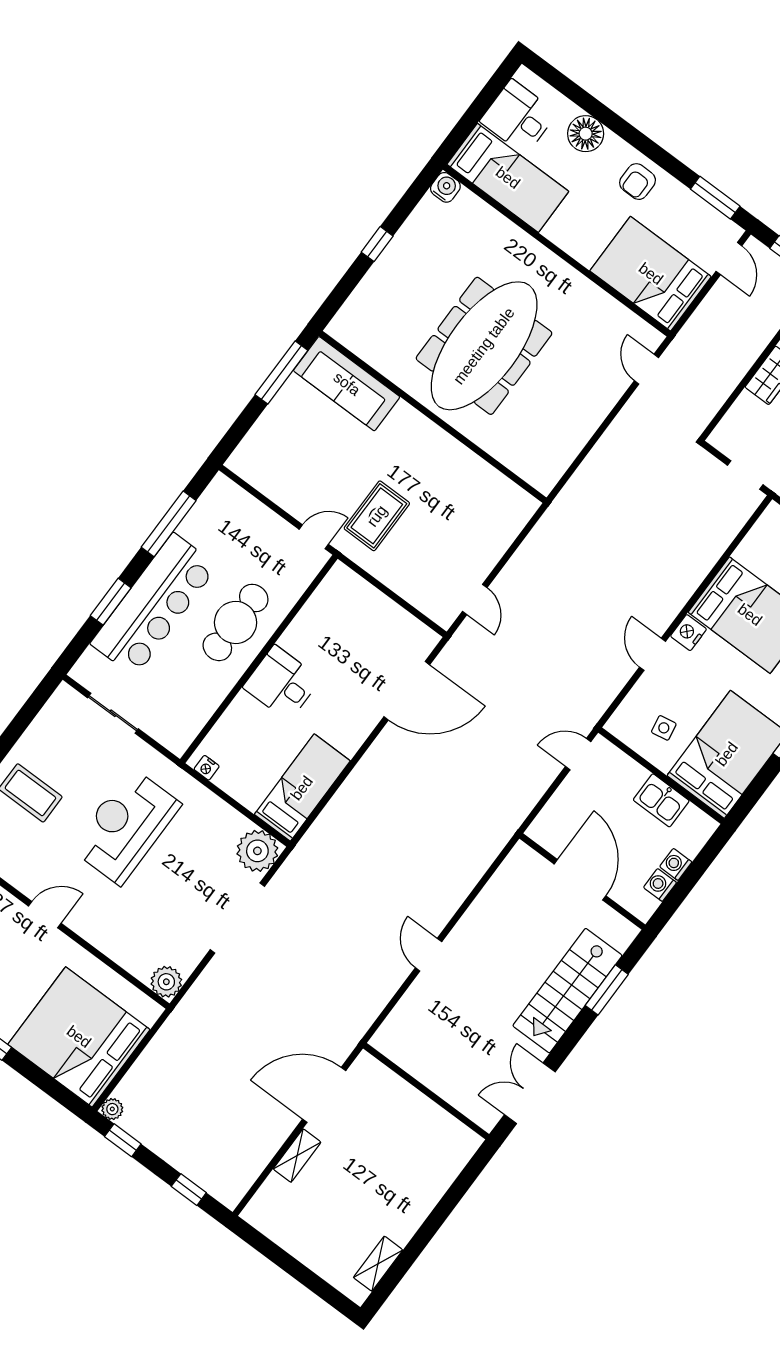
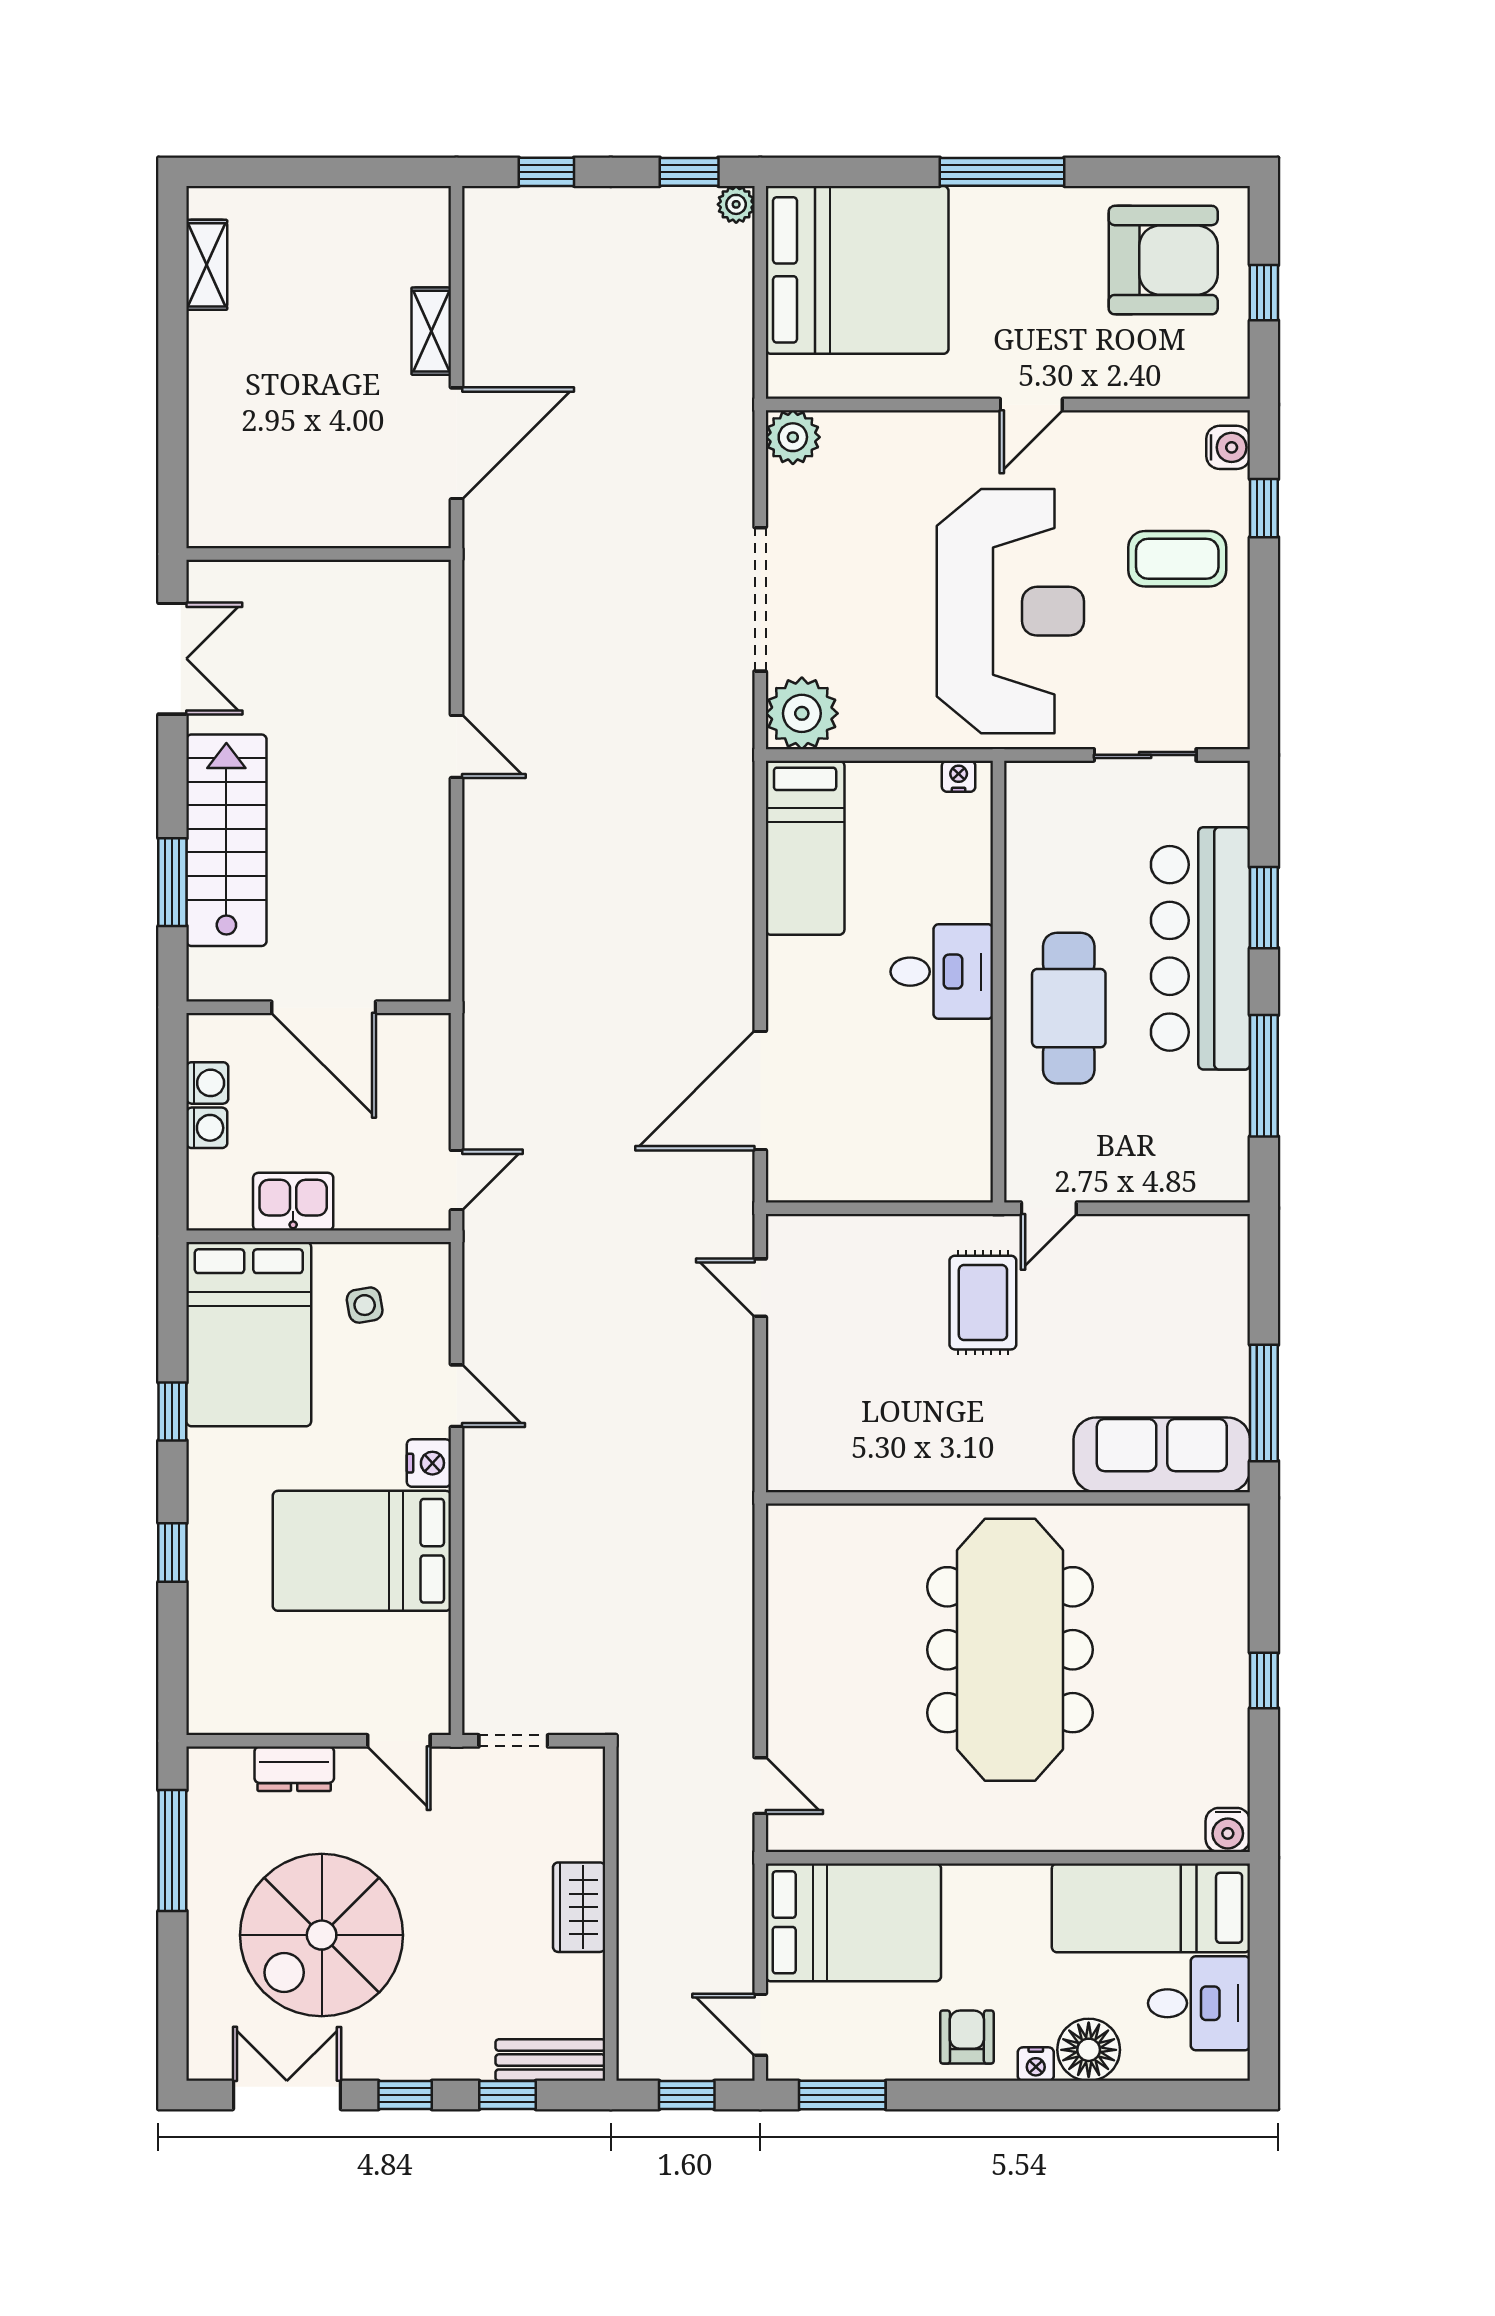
nightstand: (615, 145) -> (1036, 2064), added
reception desk: (126, 826) -> (1010, 611), width x1.36, depth x1.30

